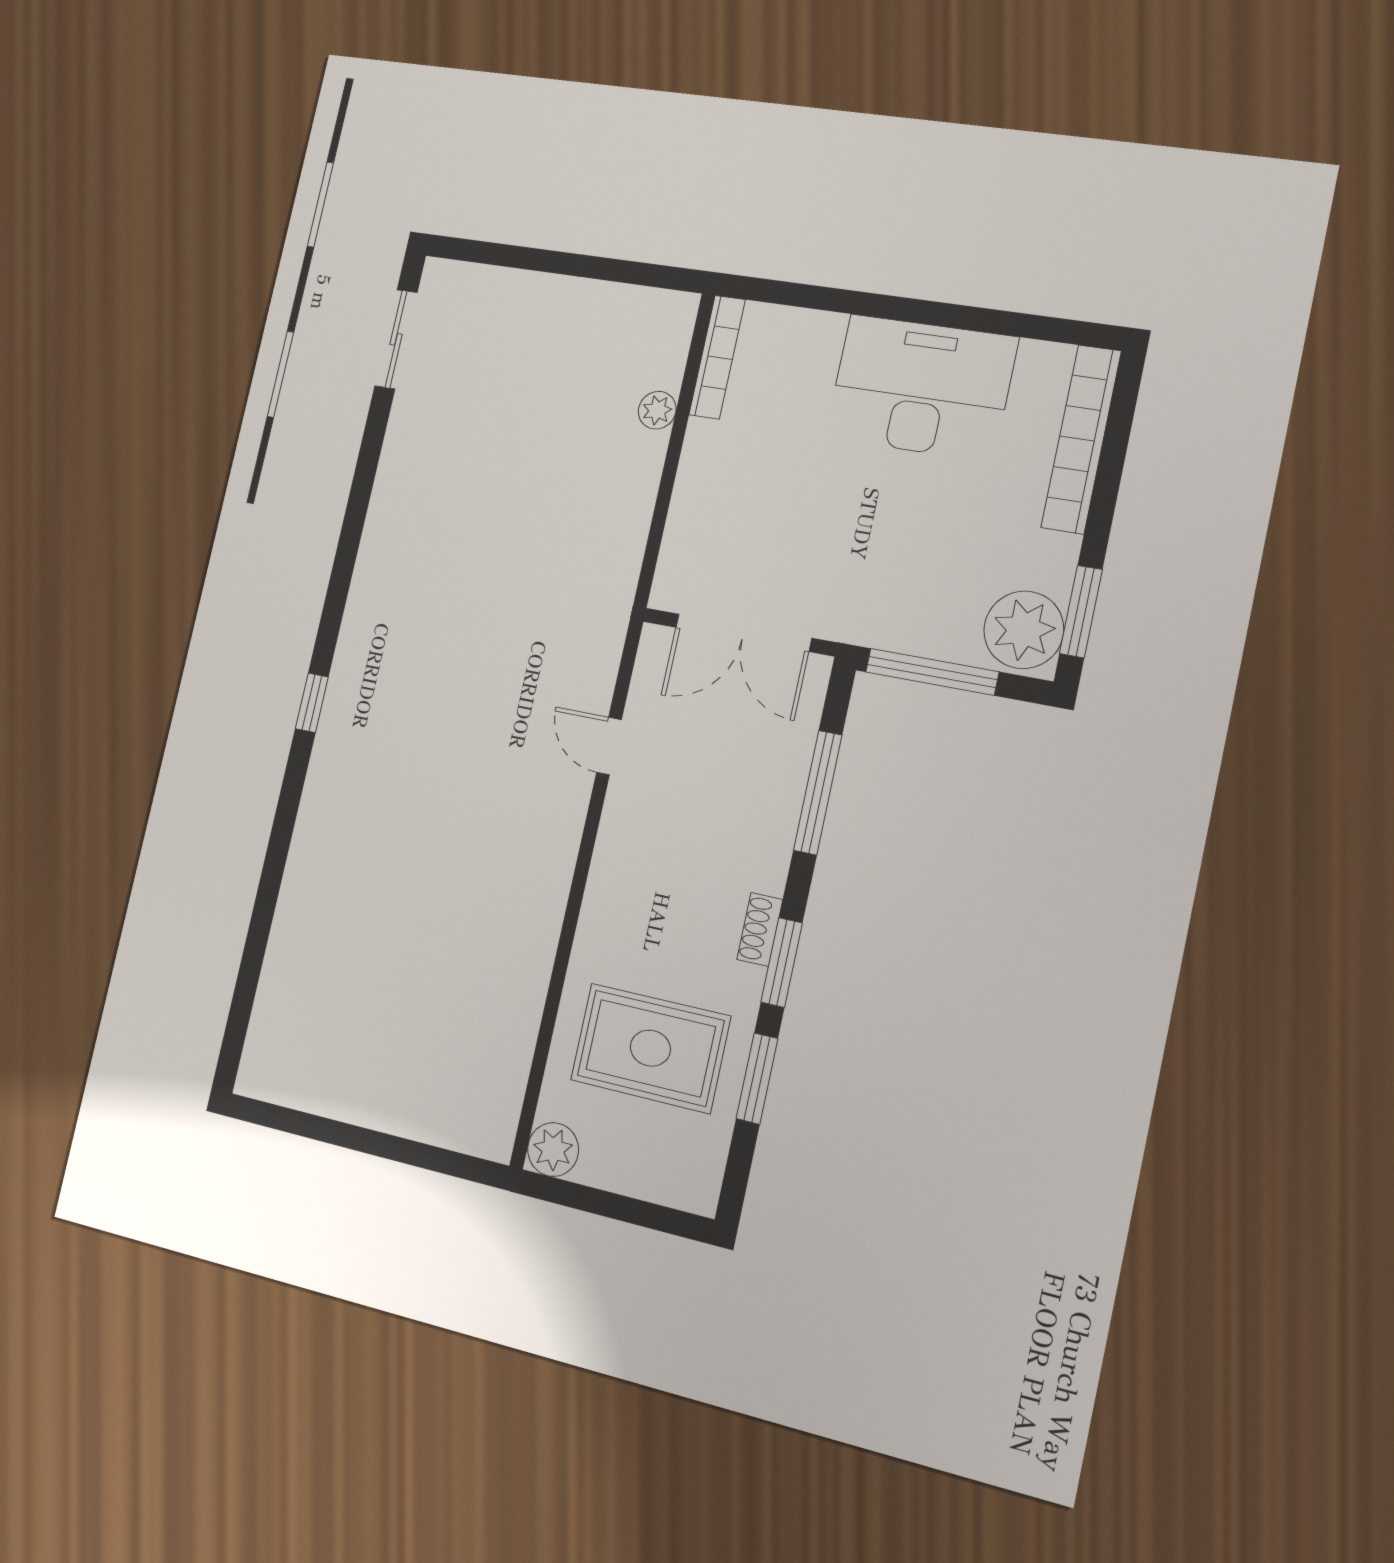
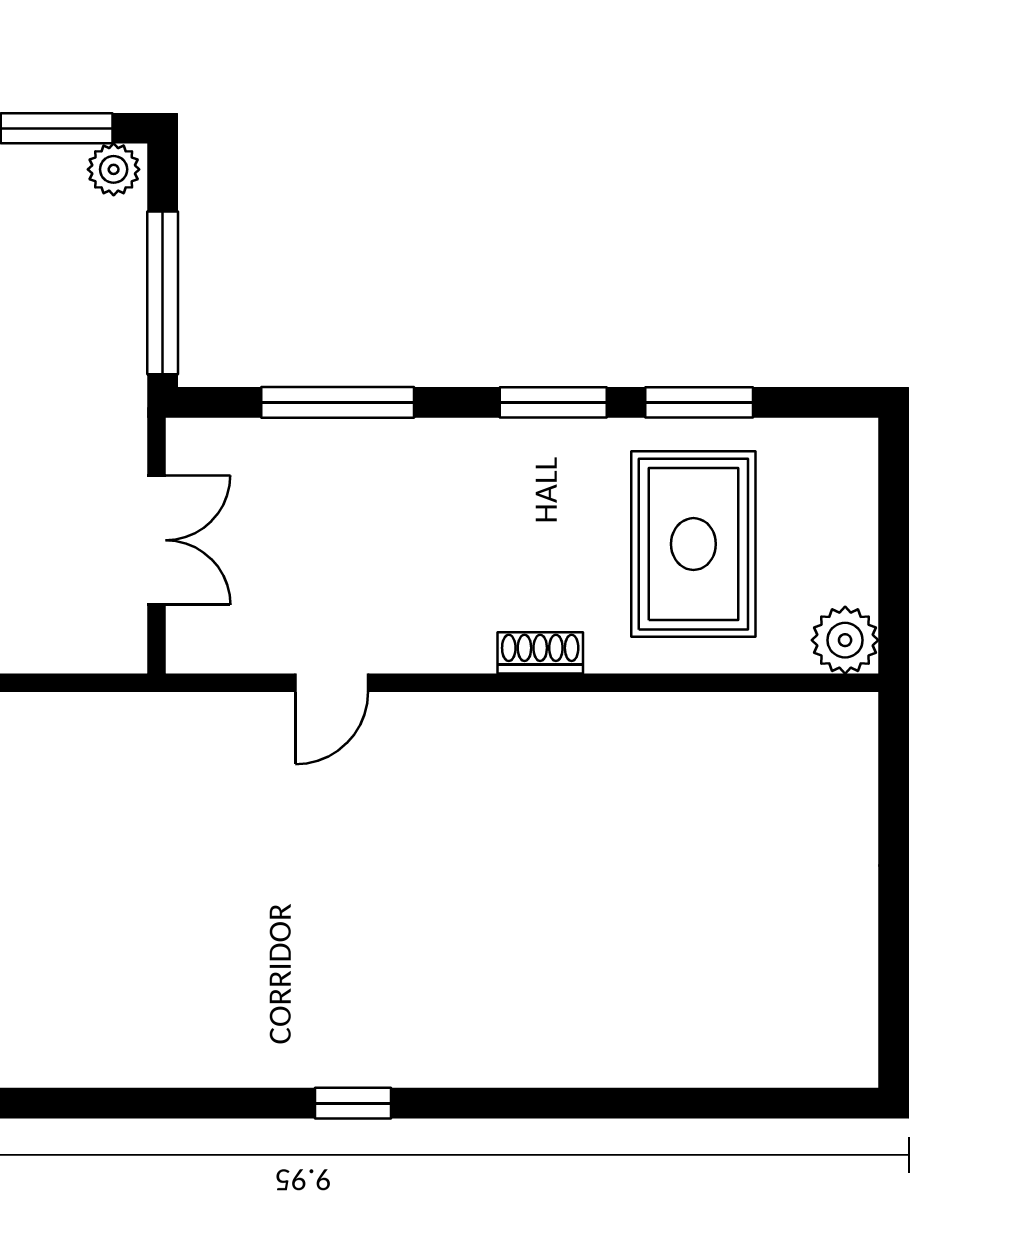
plant: (1024, 630) -> (114, 169), width x0.53, depth x0.53
double door: (743, 633) -> (156, 540), width x0.73
shoe rack: (760, 929) -> (540, 653), moved, turned 180

